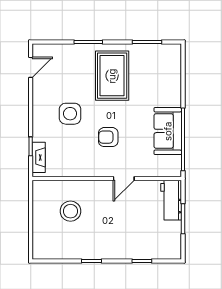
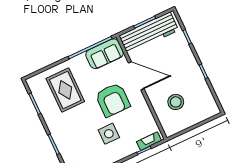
rug: (112, 76) -> (65, 90), moved, turned 90
sofa: (168, 131) -> (105, 54), moved
armchair: (108, 137) -> (113, 100), width x1.88, depth x1.88
door: (124, 179) -> (136, 76), width x1.87
workbench: (171, 200) -> (149, 33), width x1.88, depth x1.32

